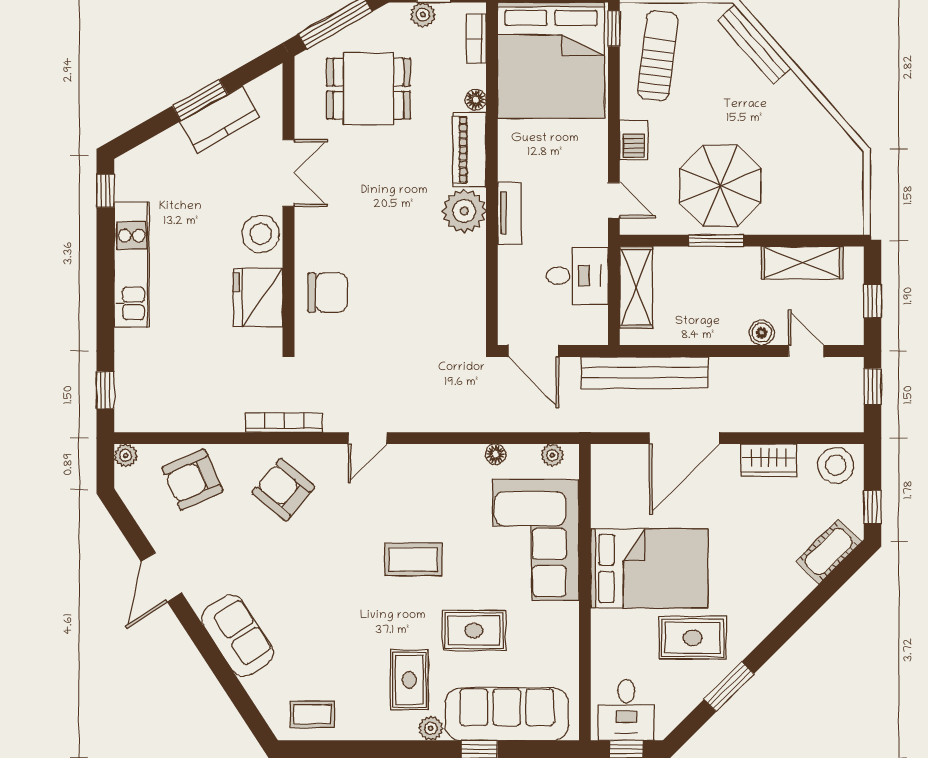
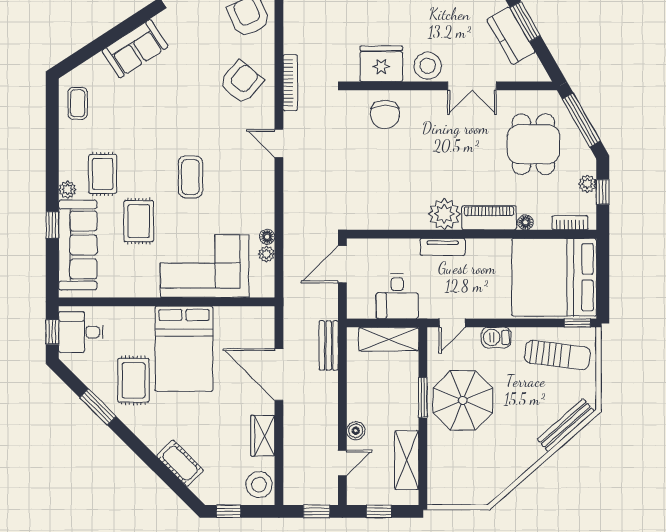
bench: (645, 373) -> (329, 345), width x0.54, depth x0.82
plant: (552, 455) -> (266, 254), moved
cot: (829, 552) -> (180, 463), moved
rug: (409, 680) -> (103, 174), turned 90

